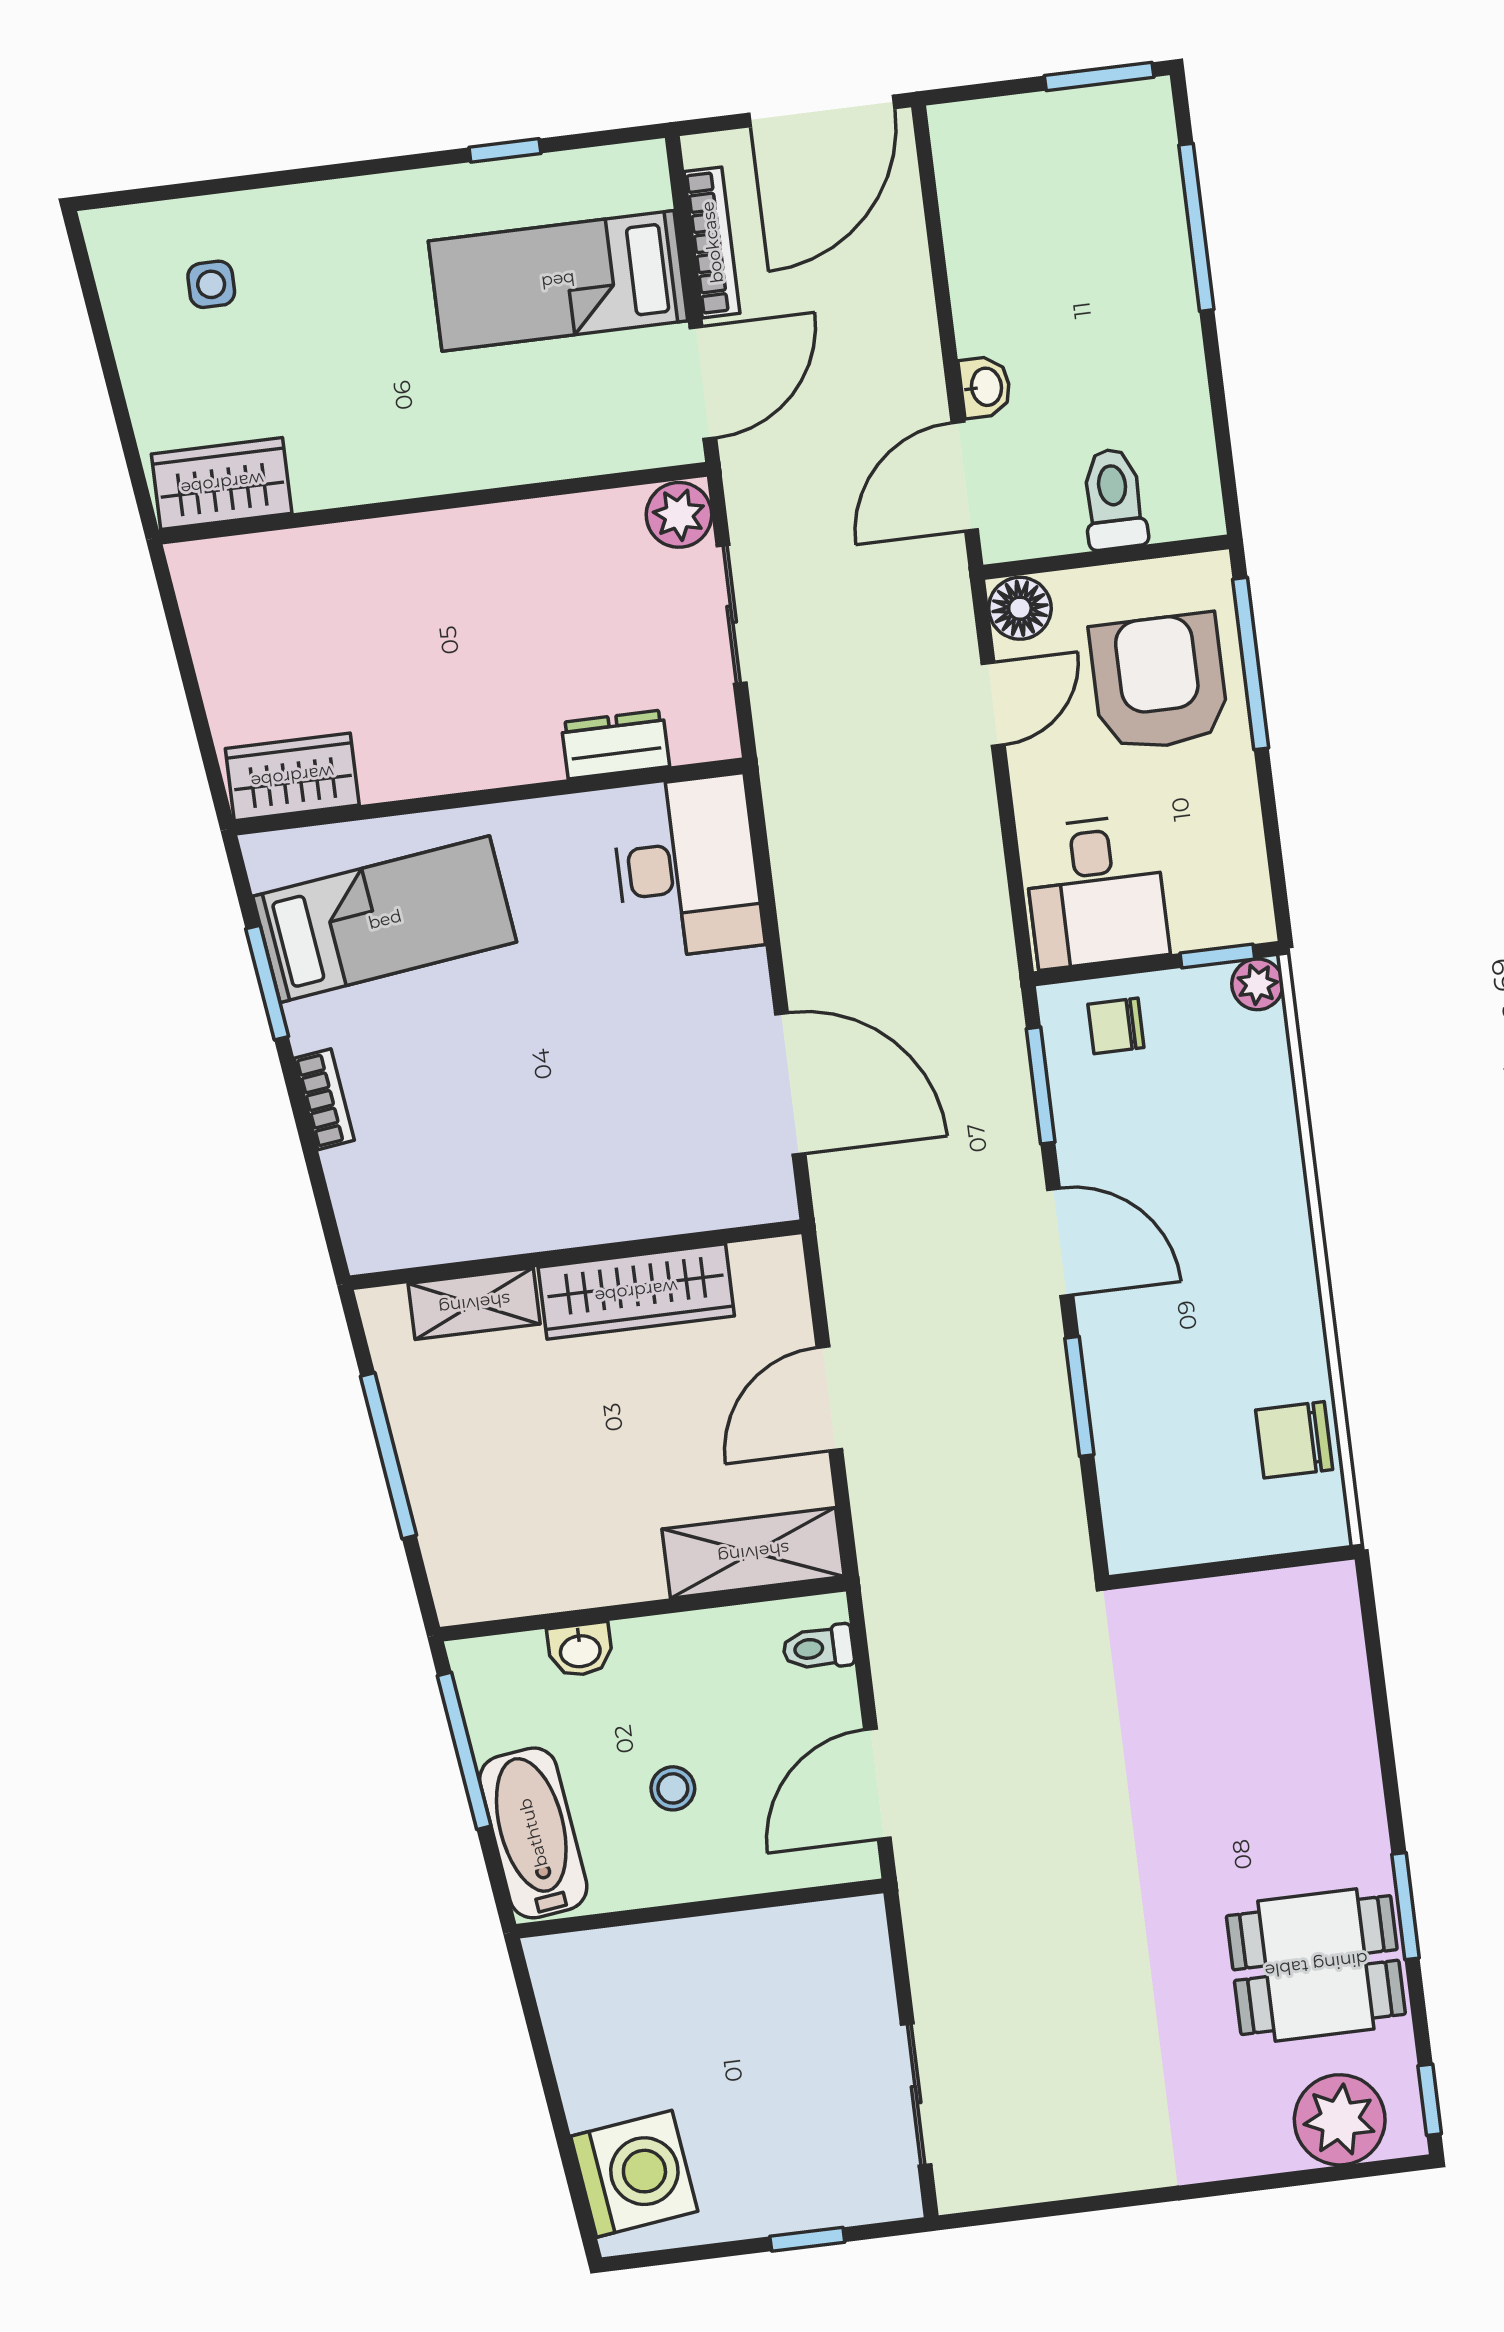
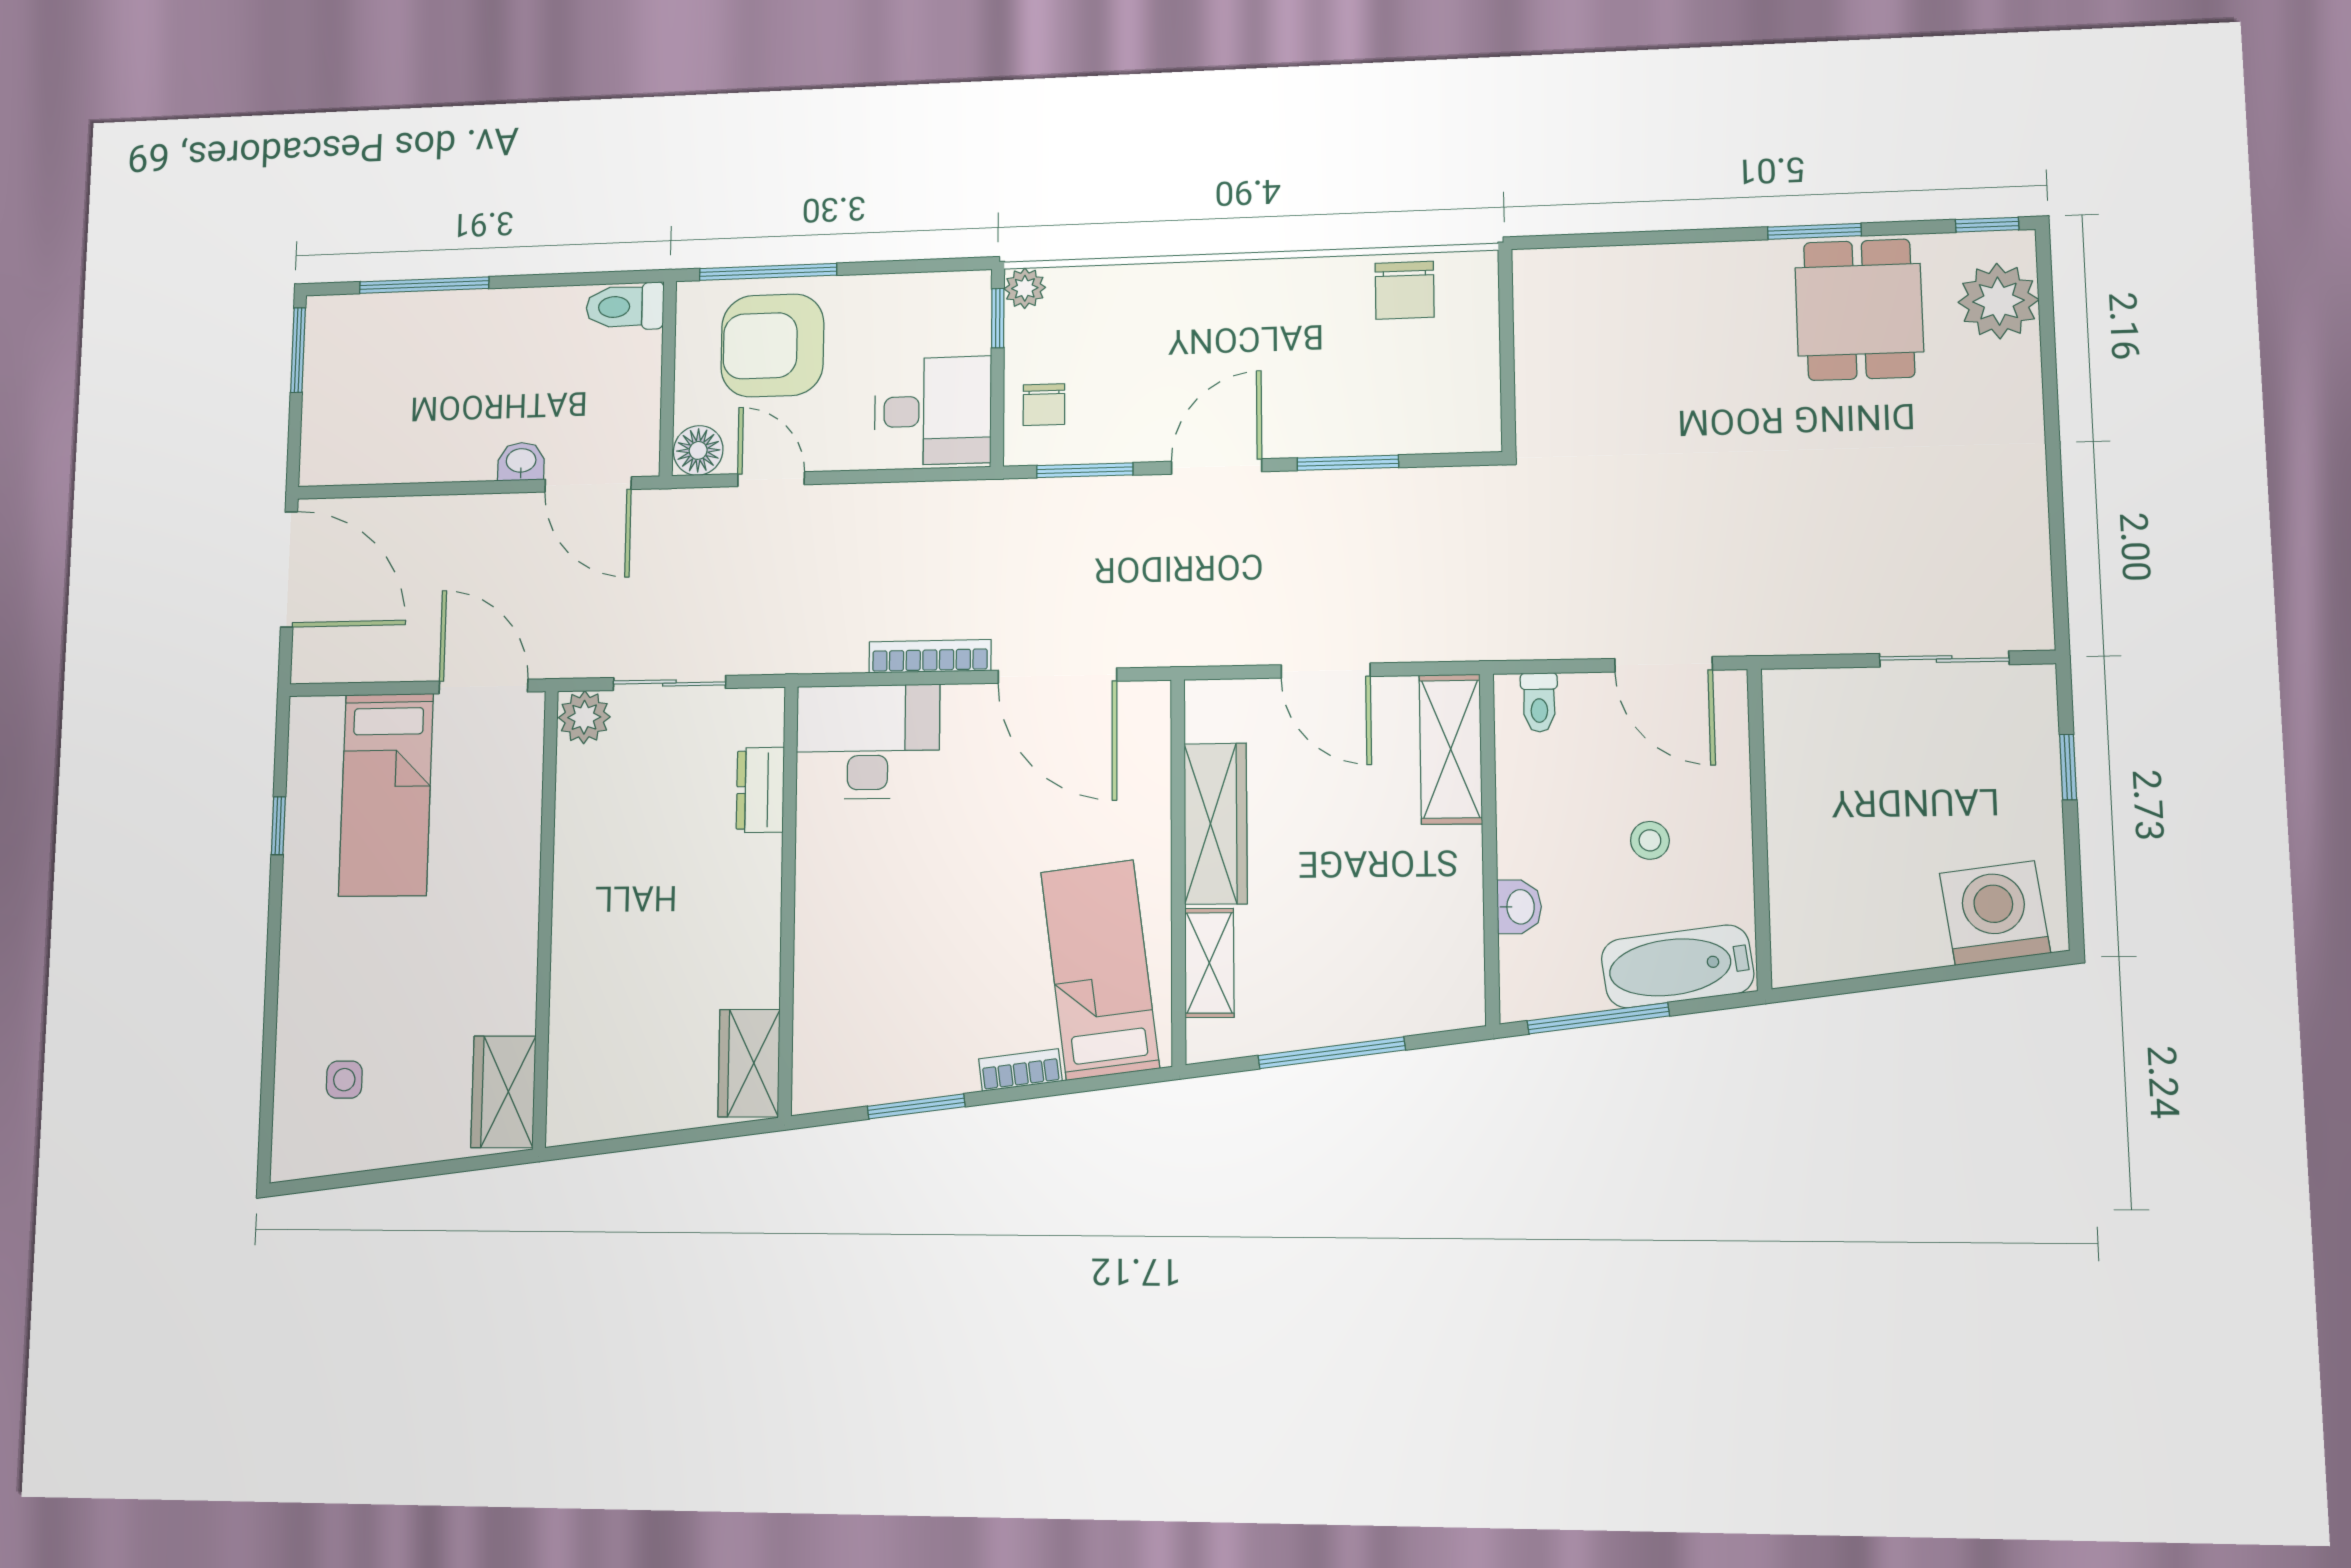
bookcase: (712, 242) -> (930, 656), moved
toilet: (1114, 499) -> (625, 307), moved
bed: (385, 919) -> (1100, 970), moved
door: (790, 1084) -> (1057, 676), swing flipped

